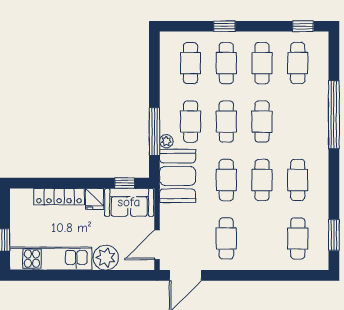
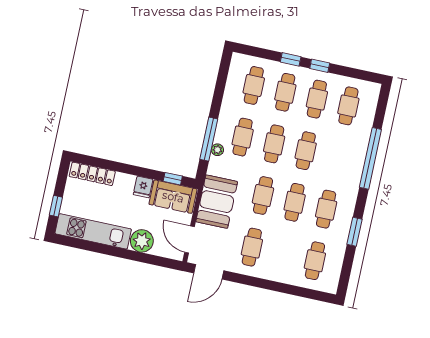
window: (303, 26) -> (320, 66), moved
booth: (178, 176) -> (217, 202), moved
locker: (59, 197) -> (92, 174), moved
window: (334, 235) -> (355, 232), moved
door: (157, 245) -> (190, 239), hinge flipped

